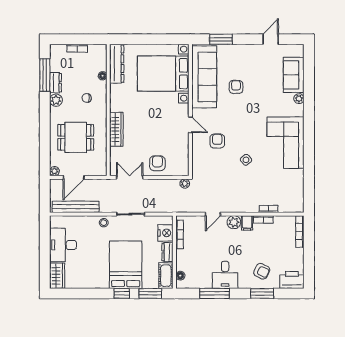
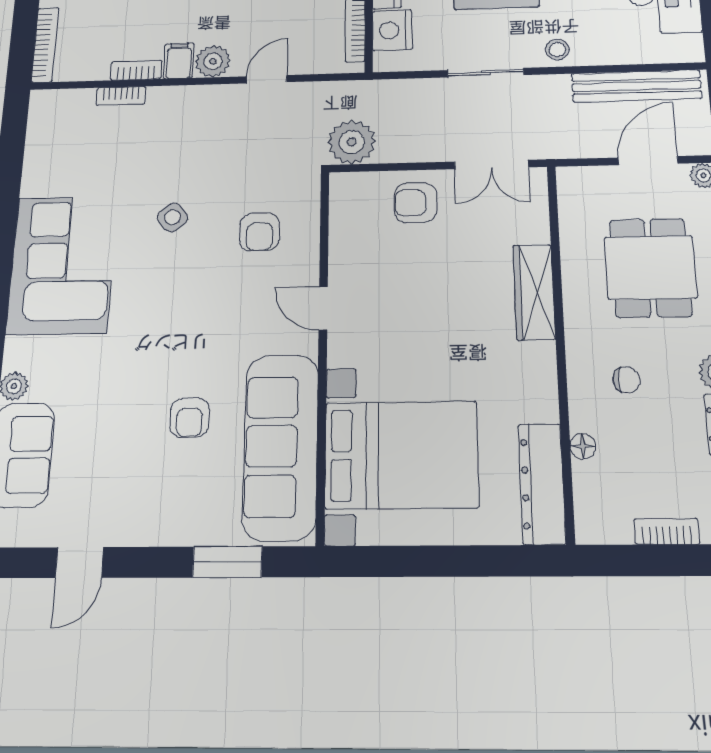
dining table: (76, 137) -> (650, 268), turned 90
armchair: (217, 141) -> (259, 232), moved
armchair: (157, 163) -> (416, 203), turned 90
plant: (185, 184) -> (352, 142), width x1.88, depth x1.88

